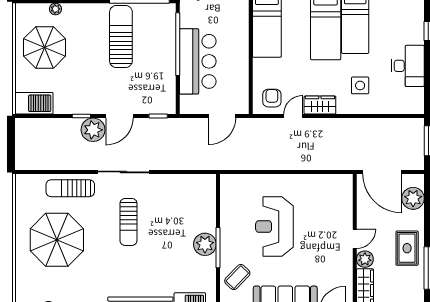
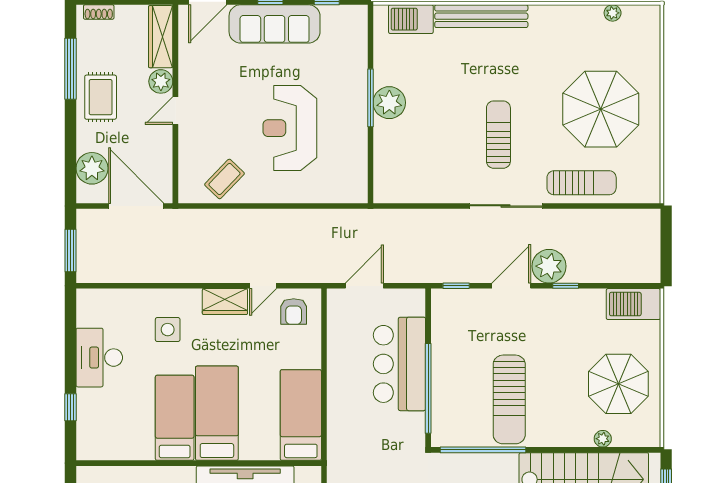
reception desk: (274, 227) -> (290, 128), turned 180
coffee table: (237, 277) -> (225, 179), moved

